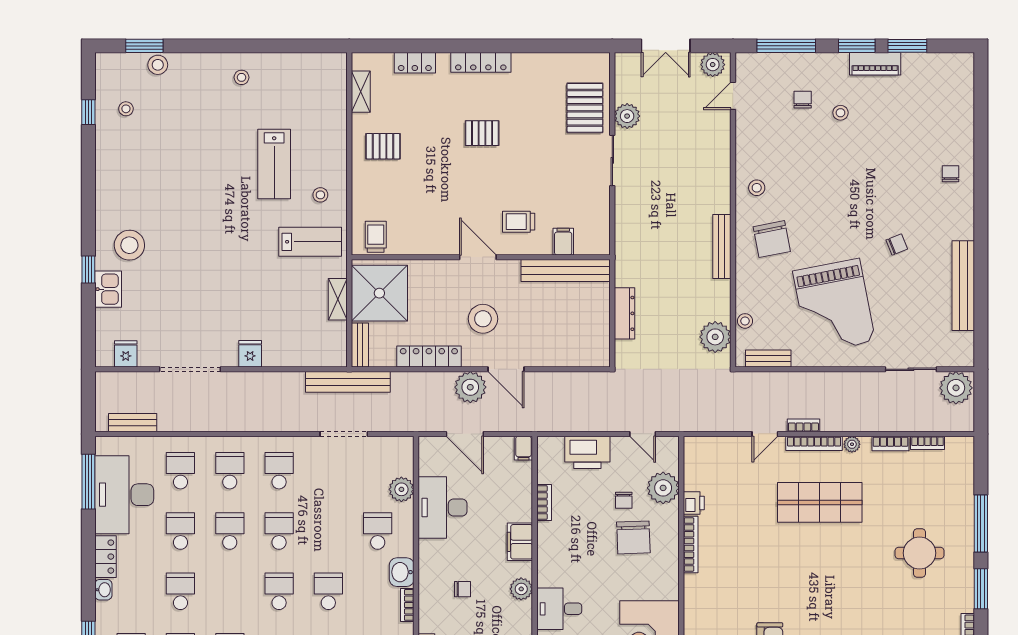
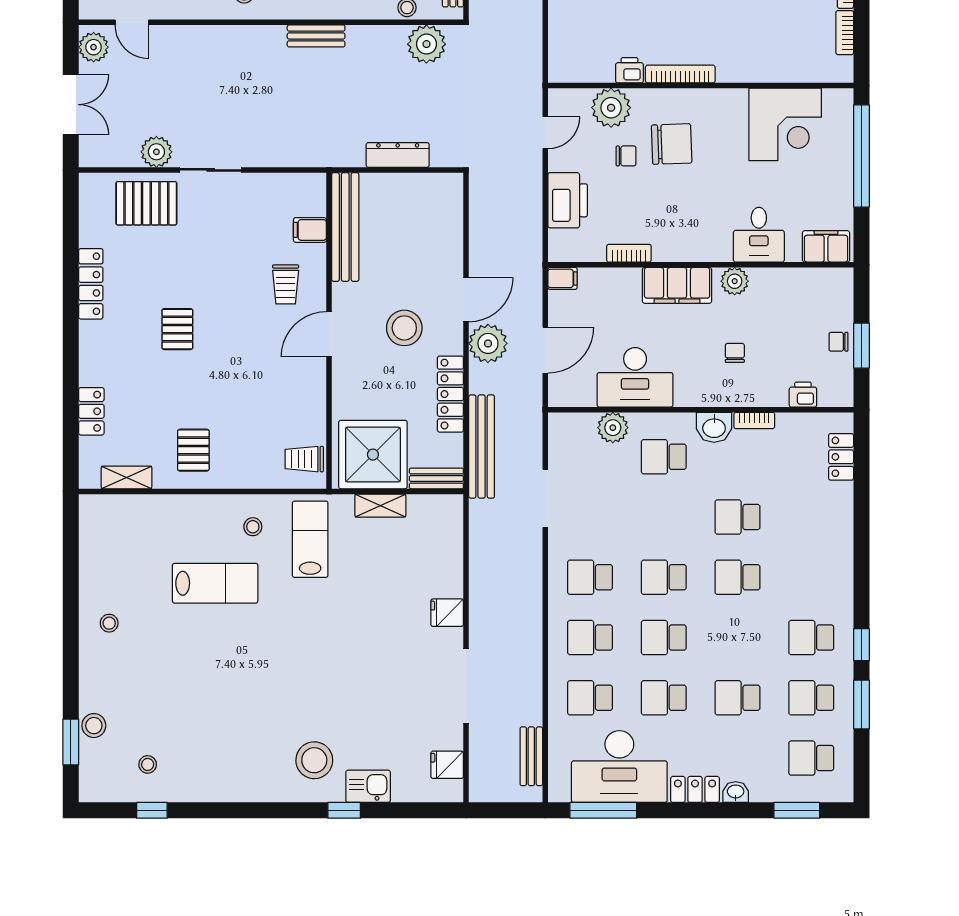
locker: (481, 62) -> (91, 284), moved
bench: (722, 247) -> (316, 36), width x0.73
bench: (348, 382) -> (482, 447), moved
filing cabinet: (520, 542) -> (677, 285), width x1.50, depth x1.17

